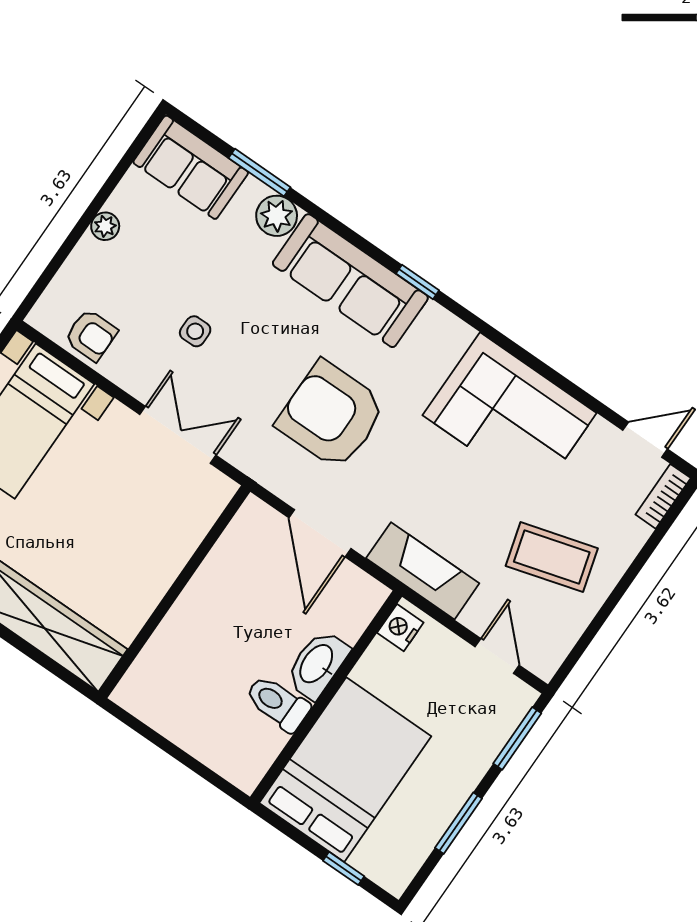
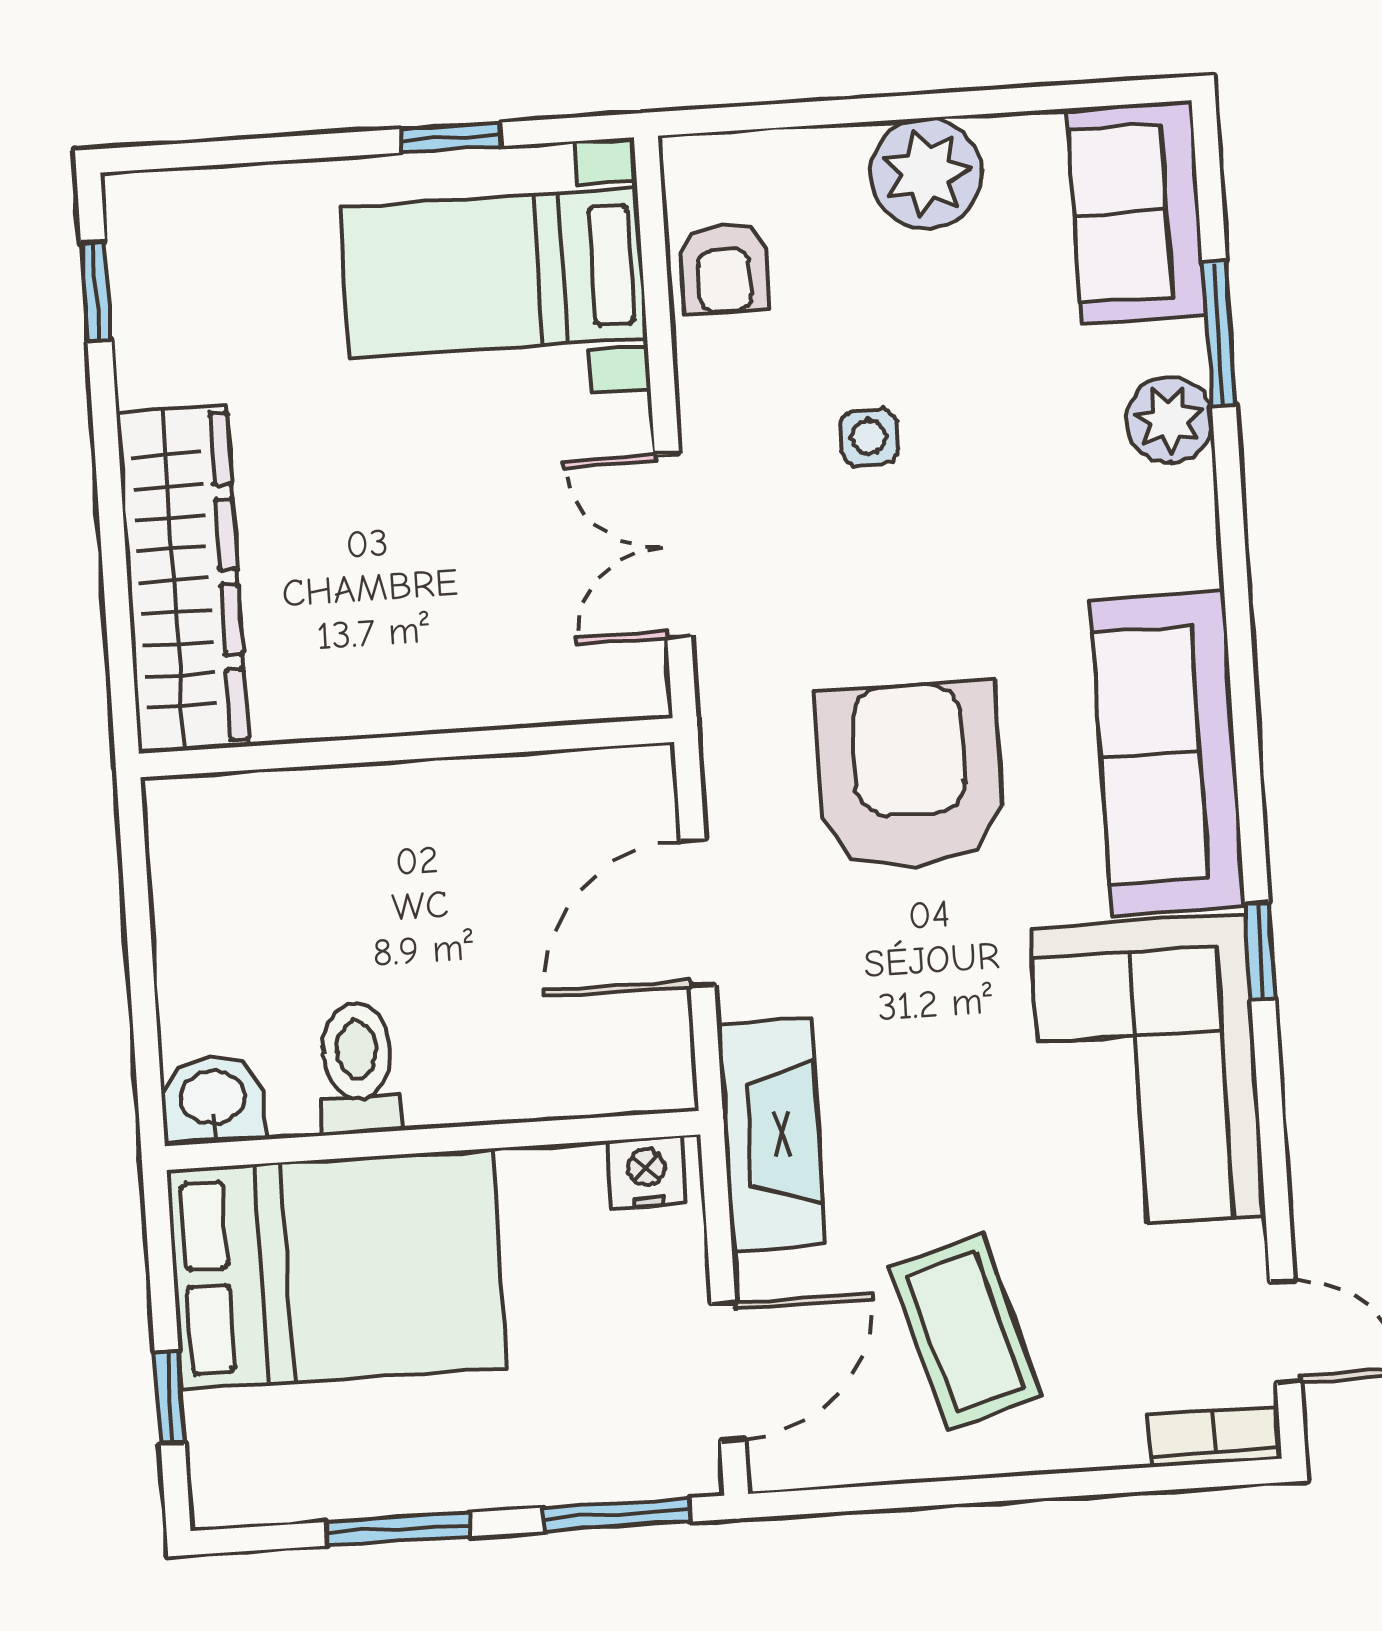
plant: (105, 226) -> (926, 173), width x1.88, depth x1.88
sofa: (350, 281) -> (1168, 754), moved
window: (417, 282) -> (1260, 951), moved
double door: (178, 435) -> (673, 546), swing flipped
door: (497, 656) -> (728, 1372), width x1.38
washbasin: (317, 664) -> (213, 1100), moved, width x0.72

